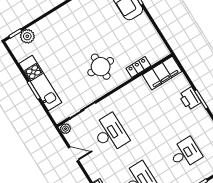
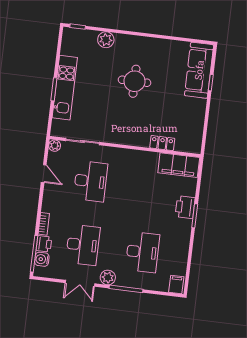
plant: (27, 36) -> (106, 40), moved
round table: (101, 67) -> (134, 81), moved
desk: (185, 153) -> (143, 252), width x1.37

